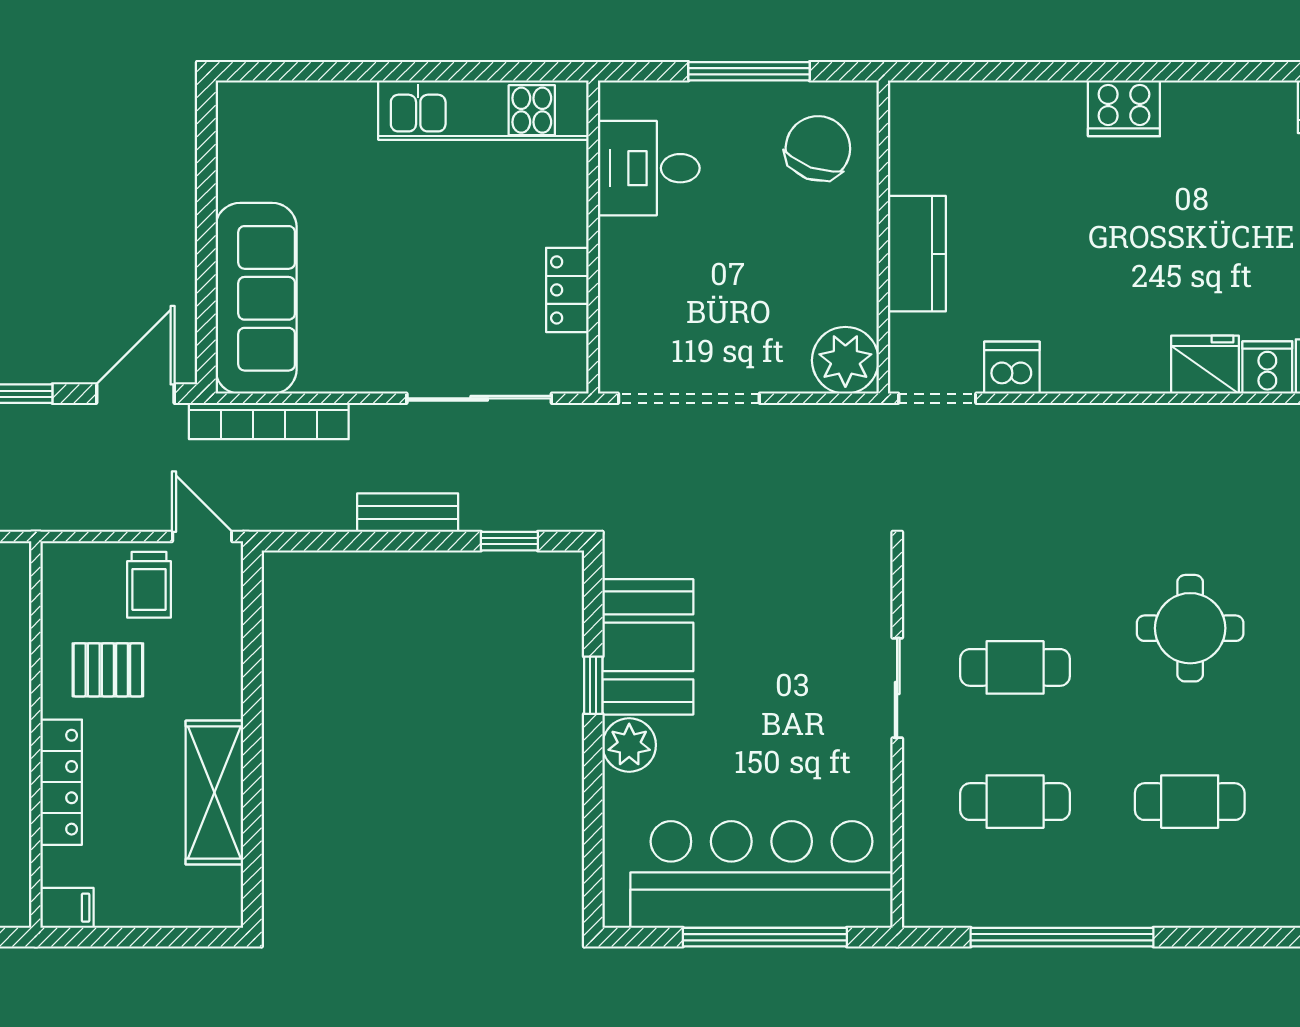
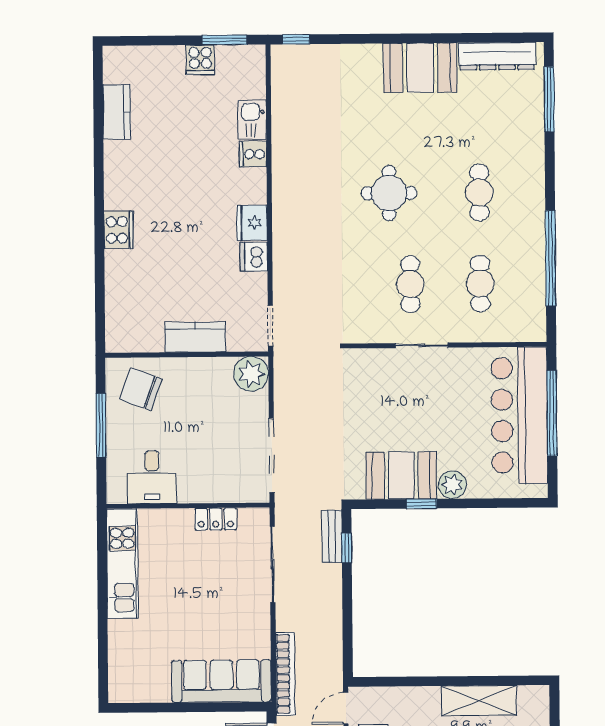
fridge: (1205, 365) -> (252, 223), moved
dishwasher: (1012, 368) -> (254, 257), moved
bench: (408, 513) -> (332, 536), moved

